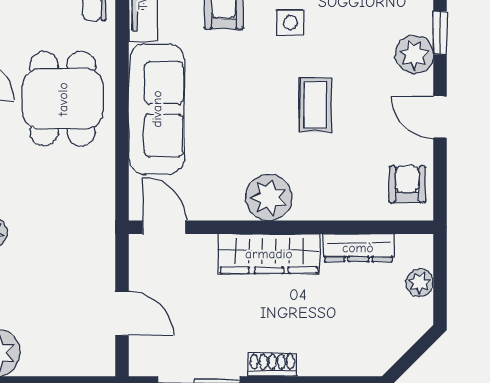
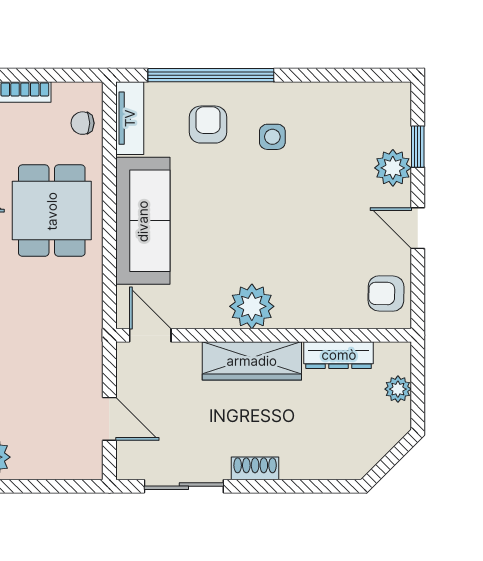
coffee table: (316, 105) -> (297, 217), removed
armchair: (407, 184) -> (386, 294), turned -89

